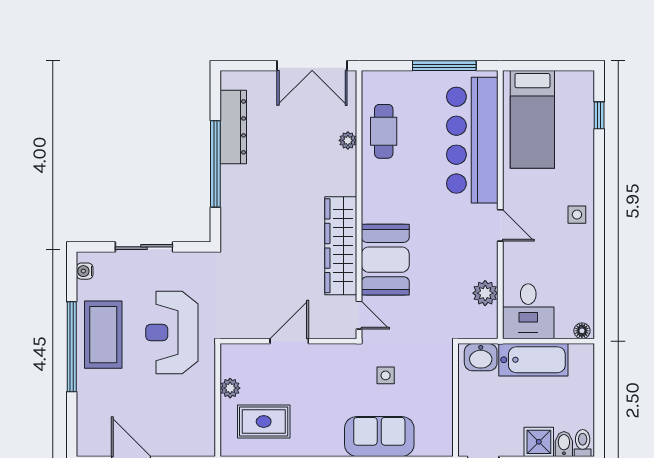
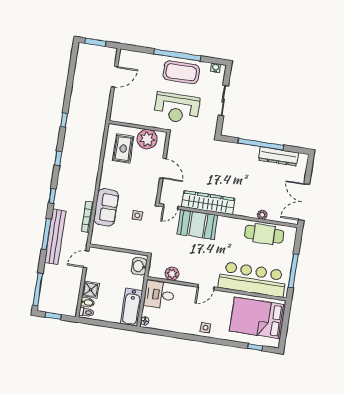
bed: (532, 119) -> (257, 318), width x1.50
cafe table: (384, 131) -> (264, 234), width x1.37, depth x1.35
reception desk: (172, 333) -> (177, 108), turned 180
bathtub: (533, 360) -> (131, 307), moved
plant: (230, 388) -> (147, 139), width x1.88, depth x1.88

